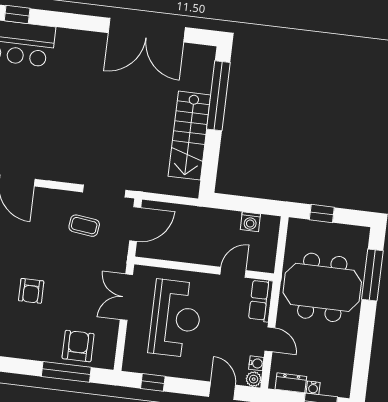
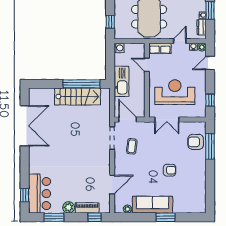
window: (218, 96) -> (82, 84), moved
kitchen sink: (208, 221) -> (122, 81), added
washing machine: (250, 222) -> (119, 48), moved

